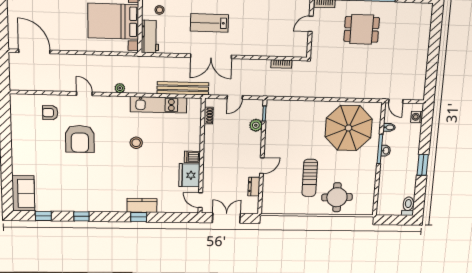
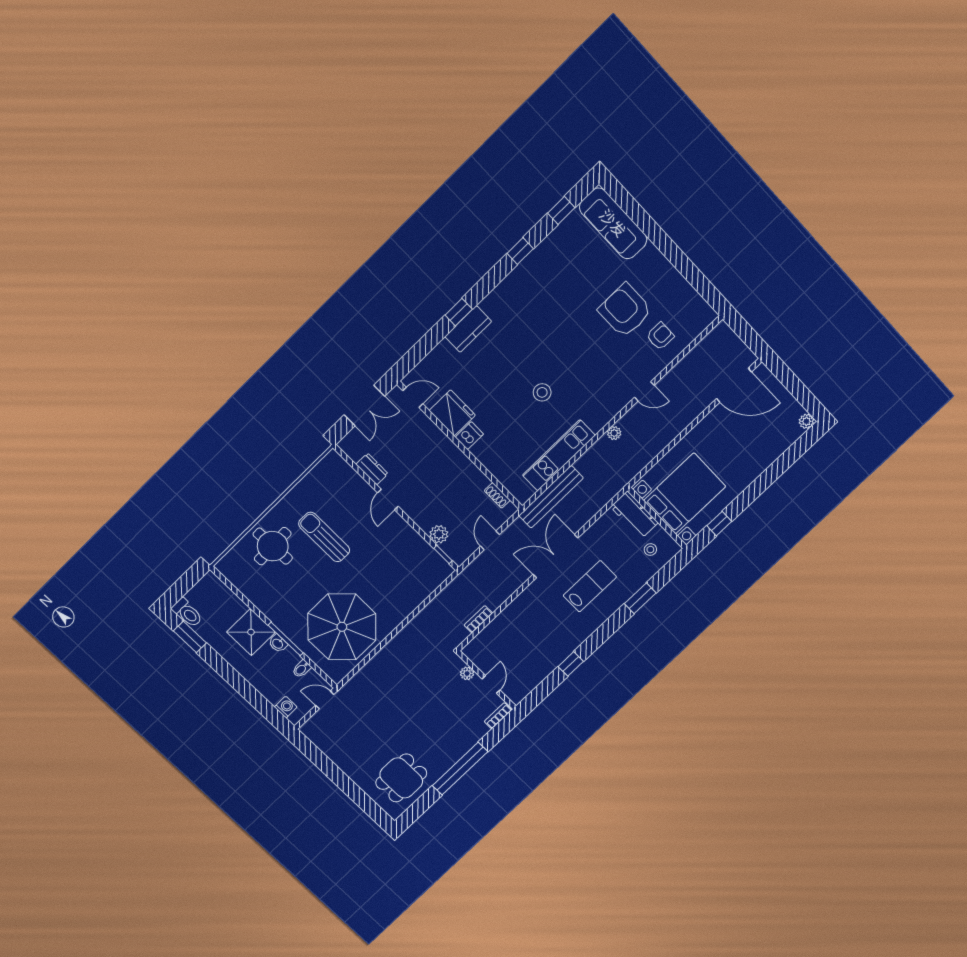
dining table: (362, 29) -> (401, 778), moved
plant: (316, 42) -> (467, 673), added
armchair: (80, 139) -> (625, 310), moved
window: (423, 165) -> (190, 637), moved
shower: (391, 168) -> (251, 632), added
sofa: (23, 193) -> (613, 223), width x1.36

